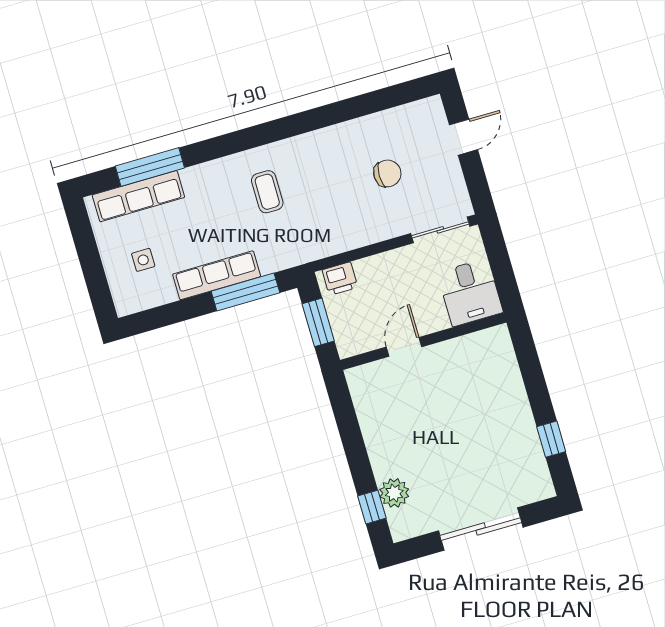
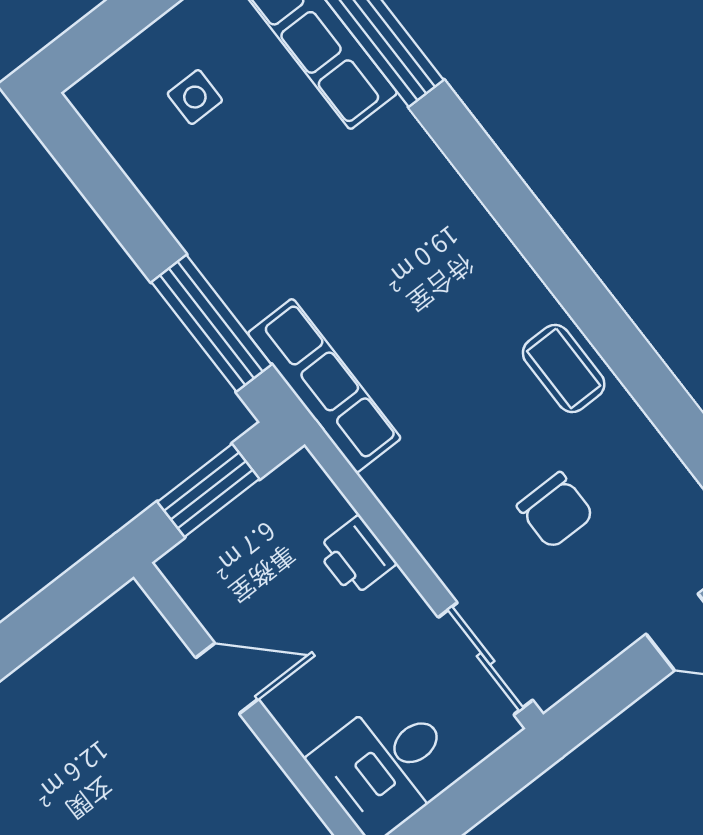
coffee table: (267, 192) -> (564, 368), moved, turned 90
row of seats: (217, 275) -> (324, 386), moved
printer: (340, 279) -> (356, 556), moved

